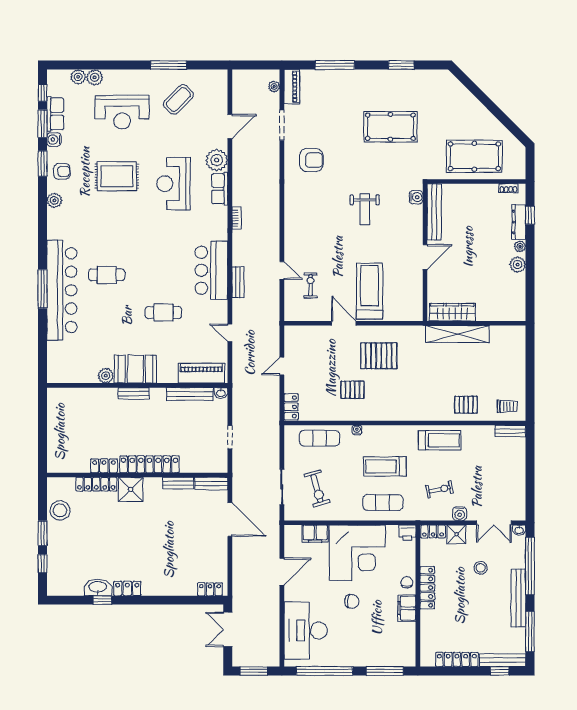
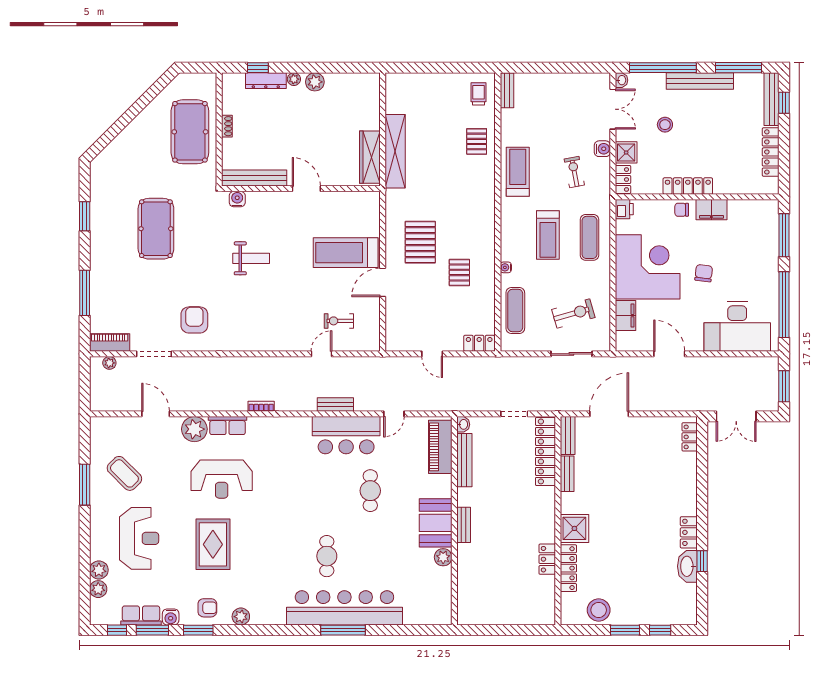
armchair: (62, 171) -> (207, 608), turned 90
shoe rack: (508, 188) -> (227, 126), moved
bar counter: (211, 270) -> (346, 435), moved
locker: (149, 464) -> (545, 451), moved

